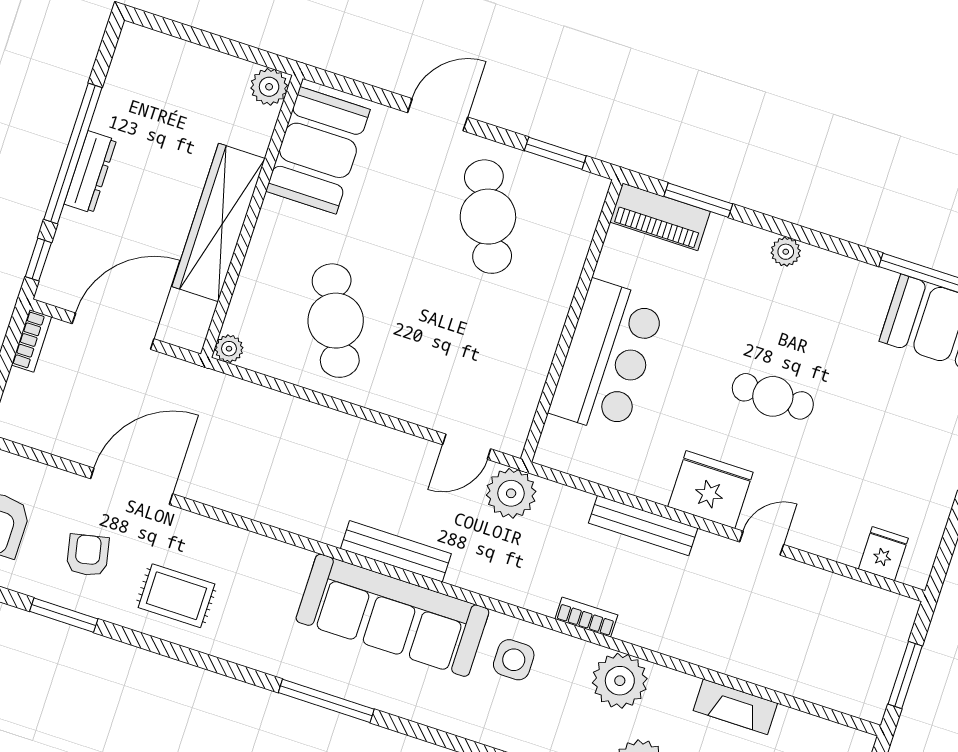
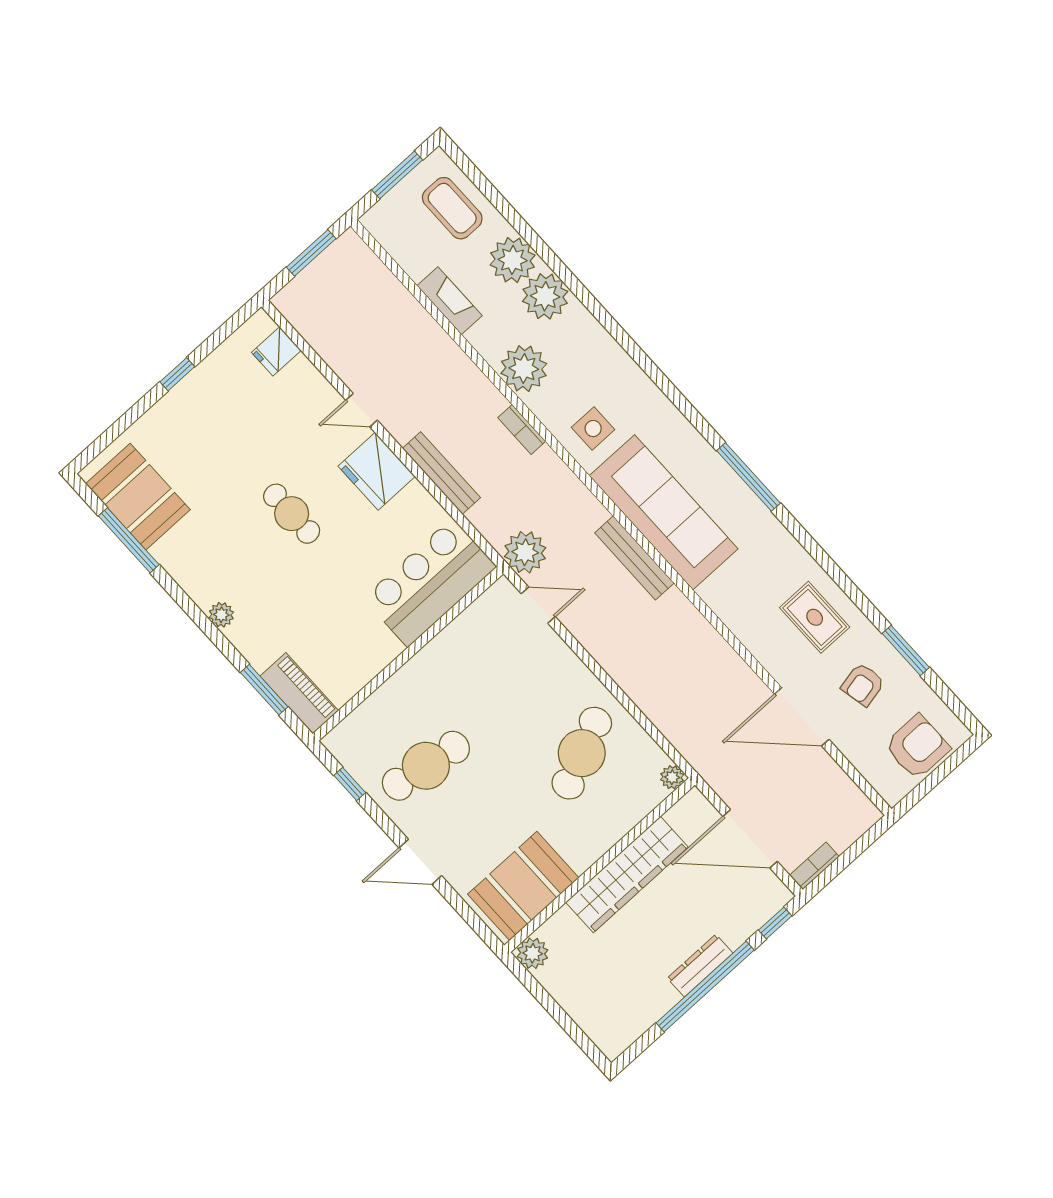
window: (555, 153) -> (350, 784), width x0.67
cafe table: (488, 217) -> (426, 766), turned 33
bar counter: (607, 357) -> (430, 582), moved

